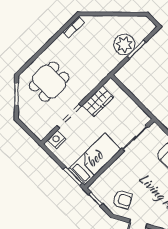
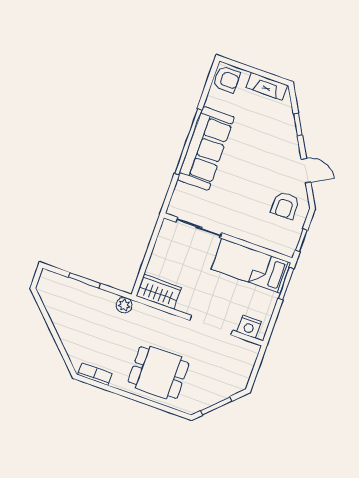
plant: (124, 44) -> (124, 305), moved, width x0.53, depth x0.53
dining table: (49, 82) -> (158, 373), moved
wardrobe: (98, 101) -> (159, 292), moved
armchair: (123, 199) -> (285, 205), turned -152

